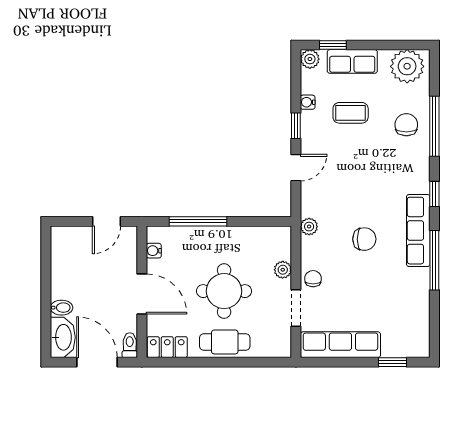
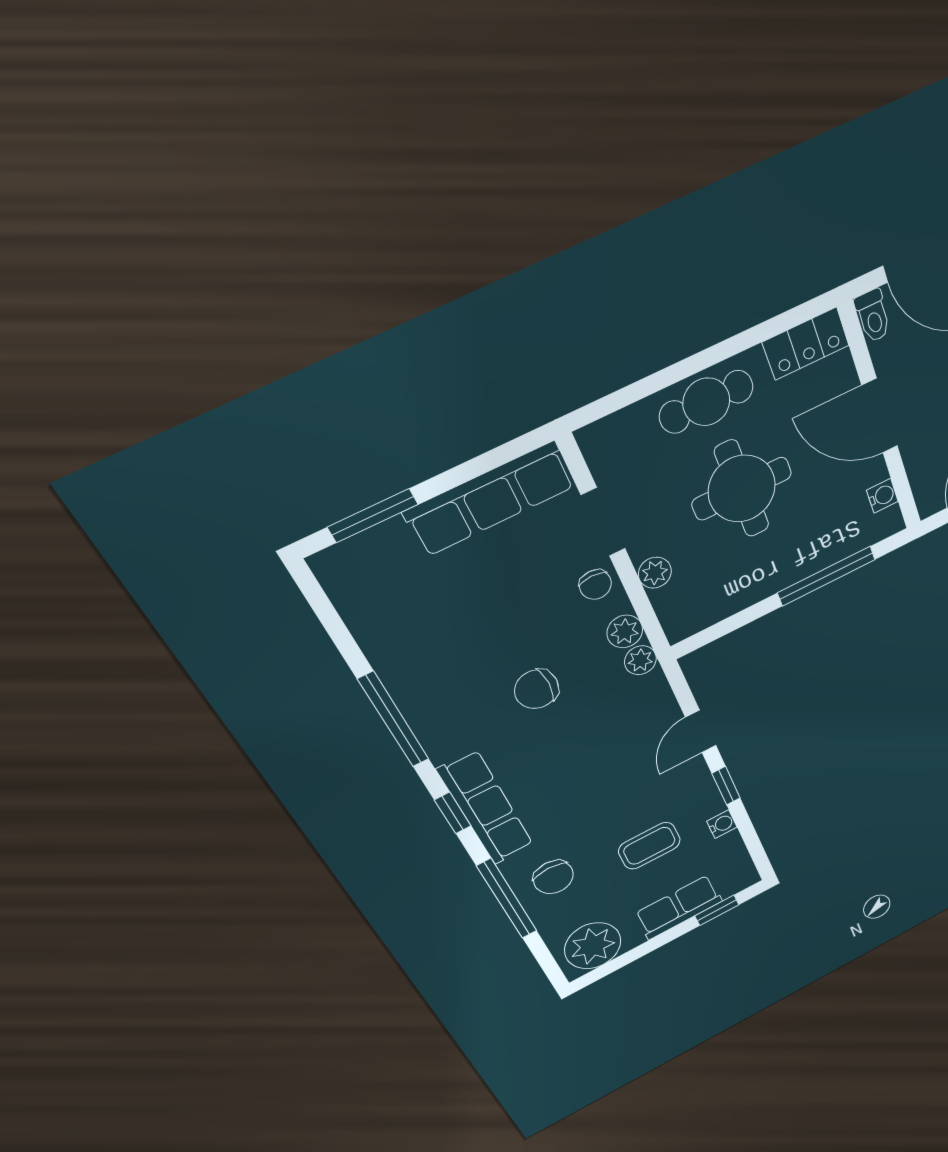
plant: (310, 59) -> (625, 631), moved
row of seats: (418, 231) -> (486, 808), moved
window: (392, 362) -> (373, 516), width x1.50

